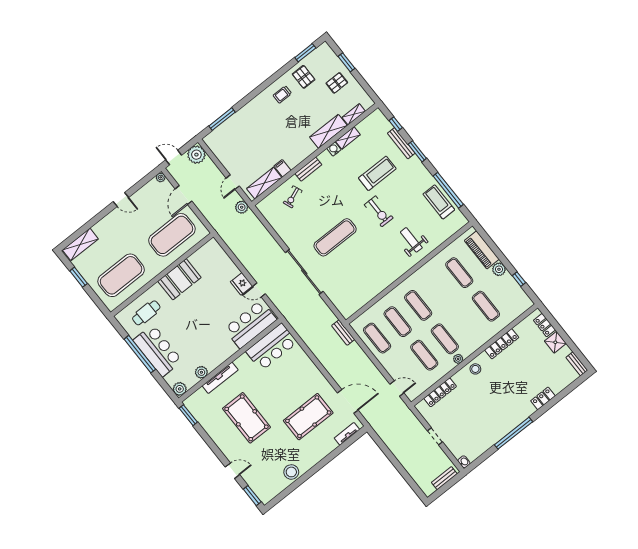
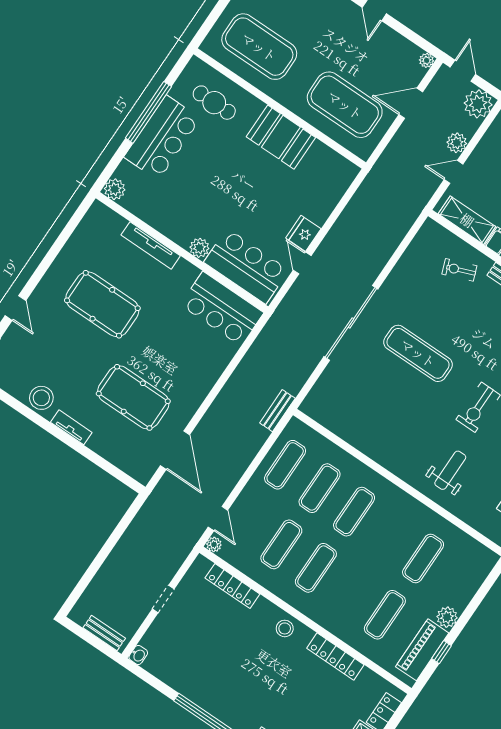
plant: (242, 207) -> (457, 143), moved
piano: (482, 250) -> (422, 650), moved
plant: (458, 359) -> (214, 545), moved
plant: (201, 372) -> (199, 248), moved
window: (188, 415) -> (79, 215), removed
pool table: (246, 418) -> (102, 304), turned 90
tv unit: (347, 434) -> (71, 427), moved

